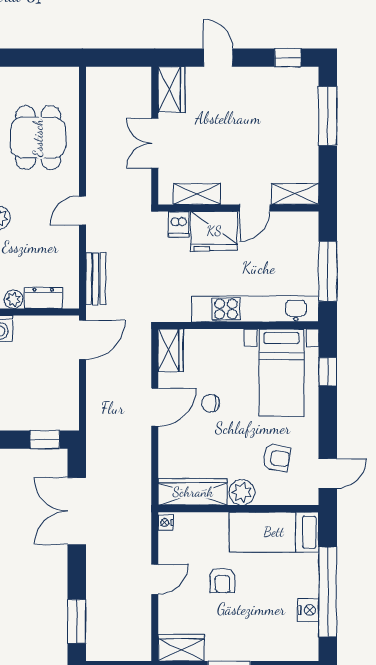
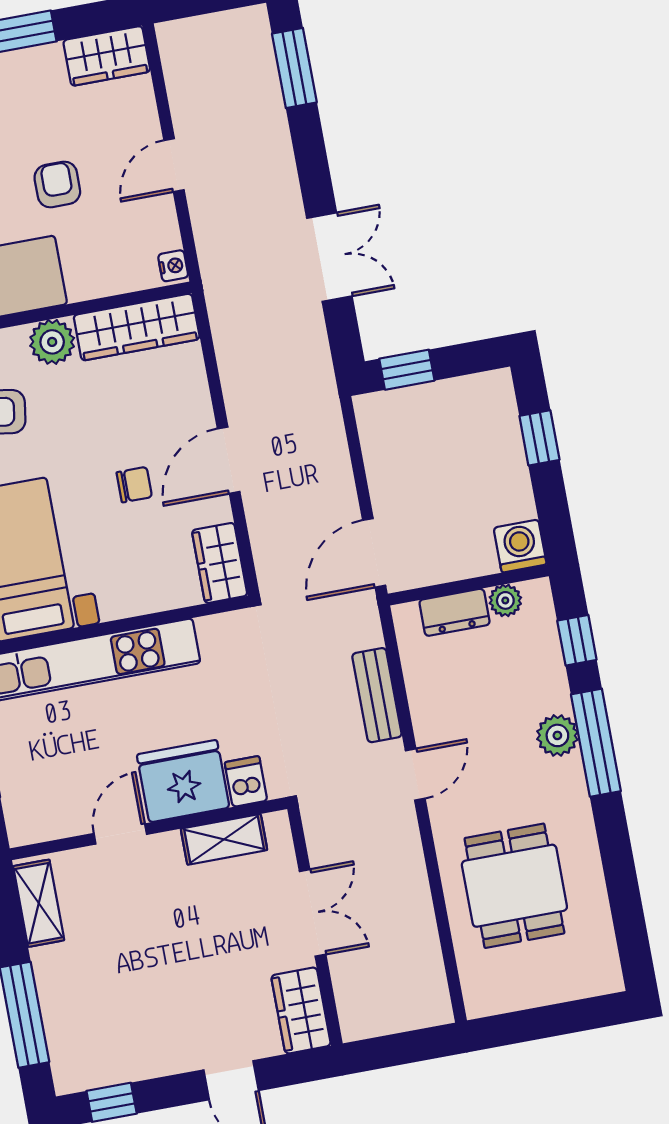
shelving: (295, 194) -> (39, 903), moved, turned 90
bench: (96, 279) -> (377, 695), moved
double door: (77, 511) -> (329, 257), width x0.73

